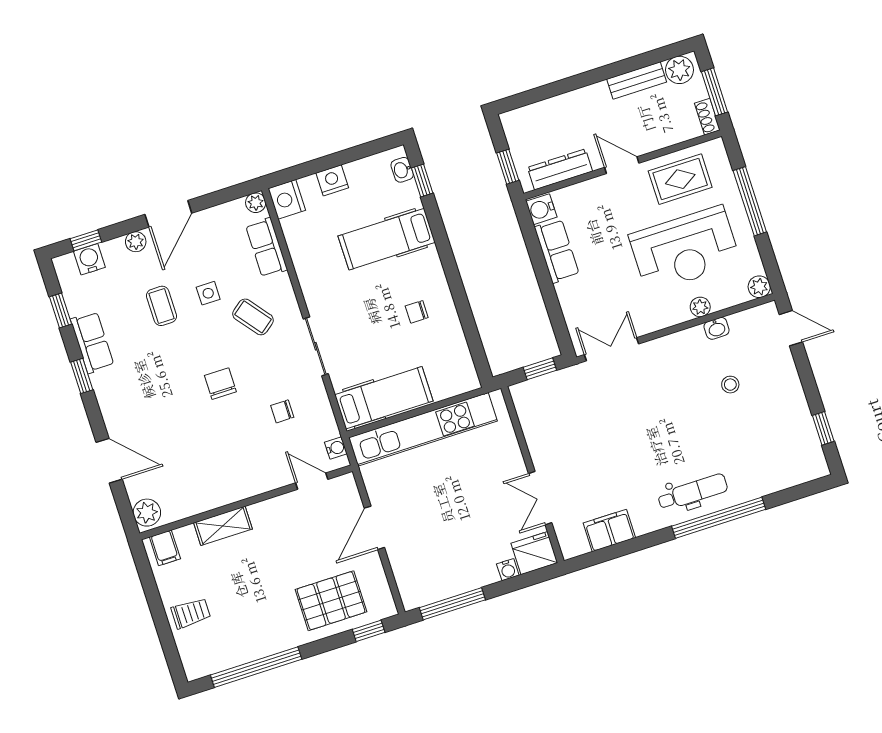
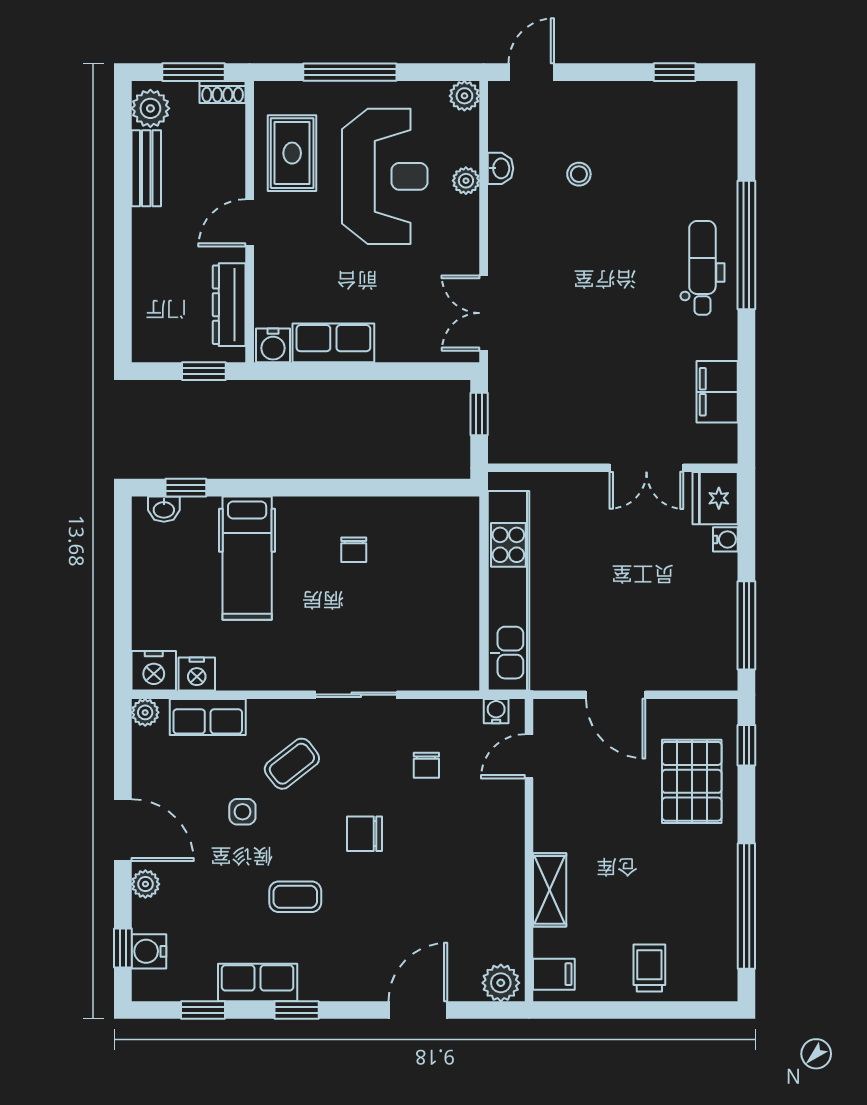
nightstand: (332, 180) -> (197, 674), moved, turned -90
coffee table: (162, 306) -> (295, 897), moved
hospital bed: (384, 398) -> (451, 628), removed

